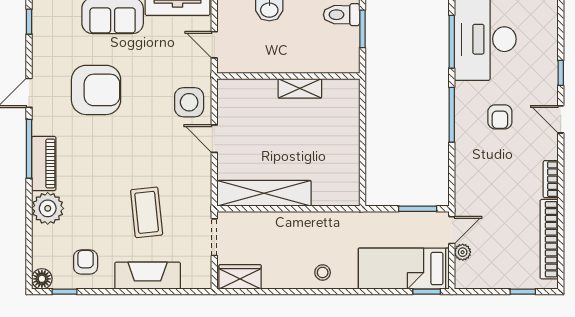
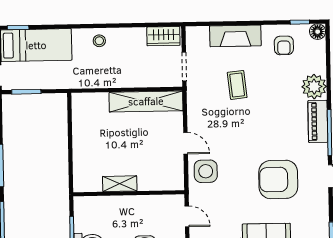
coffee table: (147, 212) -> (237, 85), width x0.73, depth x0.77

